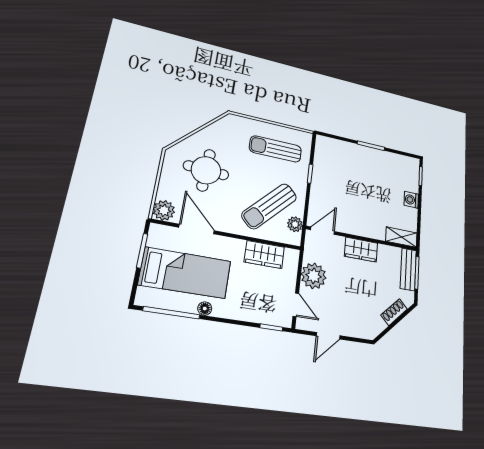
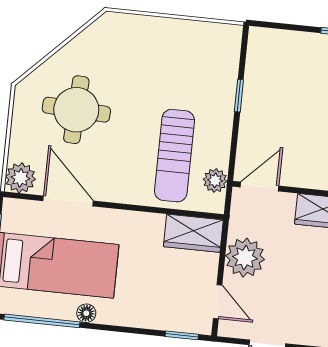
sun lounger: (276, 149) -> (182, 61), removed
sun lounger: (269, 206) -> (174, 156), turned -44
wardrobe: (264, 255) -> (193, 233), moved

